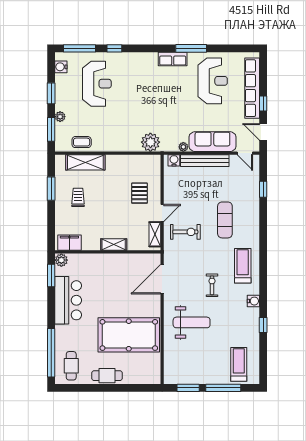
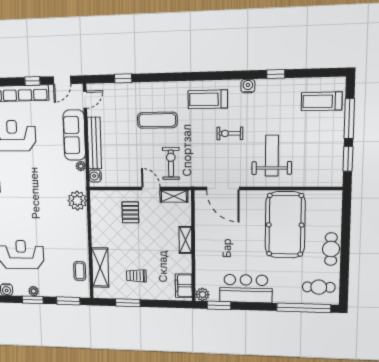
plant: (60, 117) -> (34, 291), moved
pallet: (139, 193) -> (130, 212), turned 90

